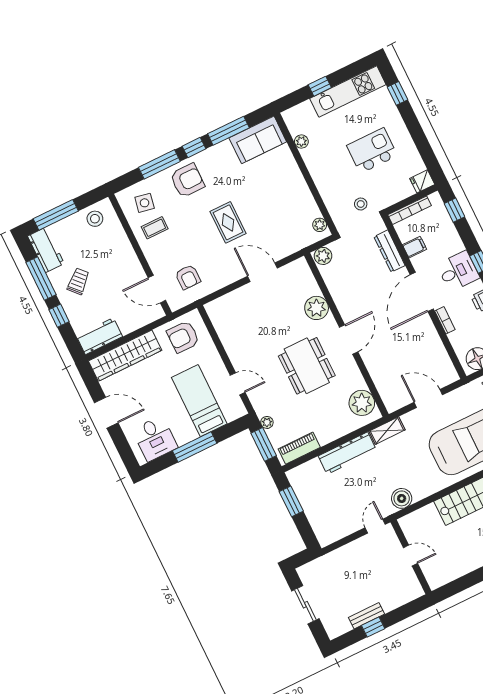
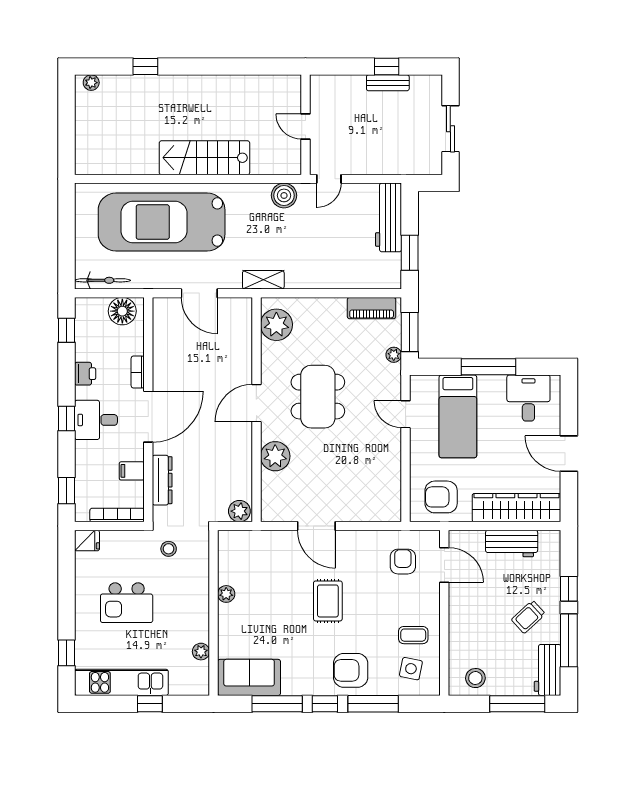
plant: (320, 225) -> (226, 594), moved
workbench: (99, 336) -> (512, 544), moved
armchair: (183, 337) -> (441, 497), turned 180
workbench: (347, 453) -> (388, 217), moved, turned -90

